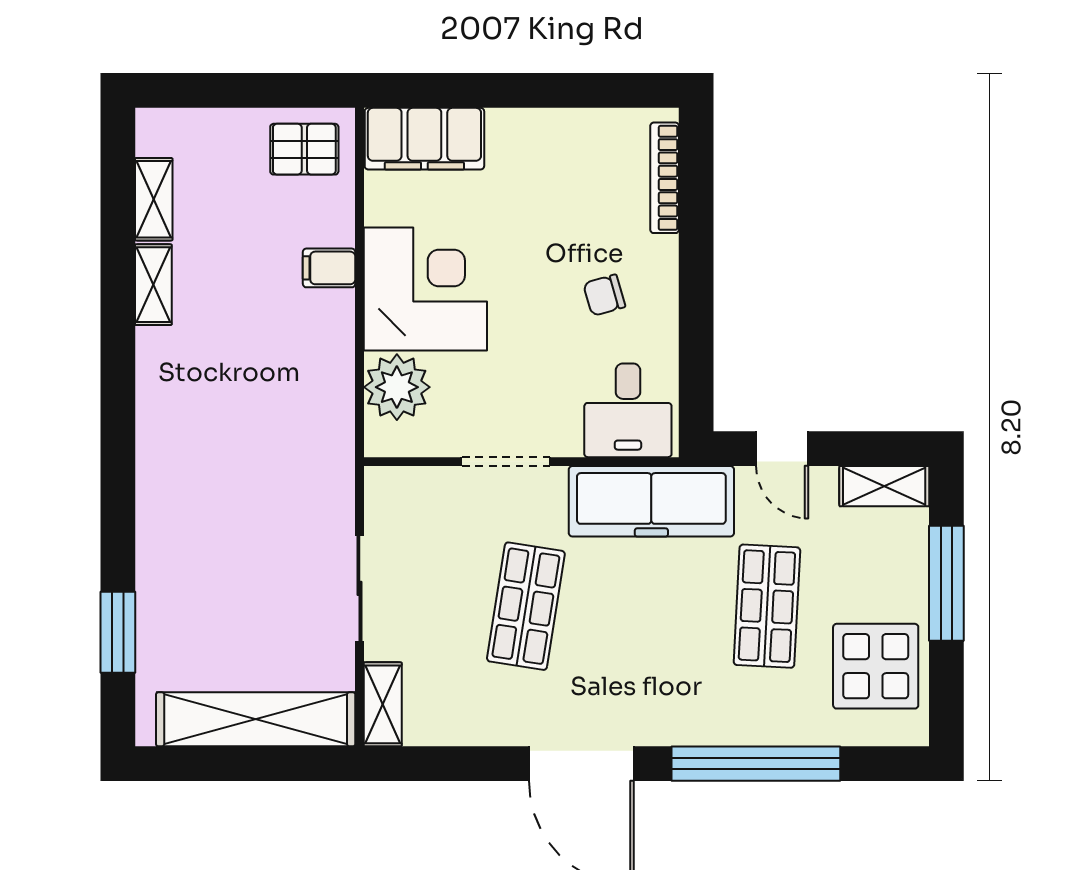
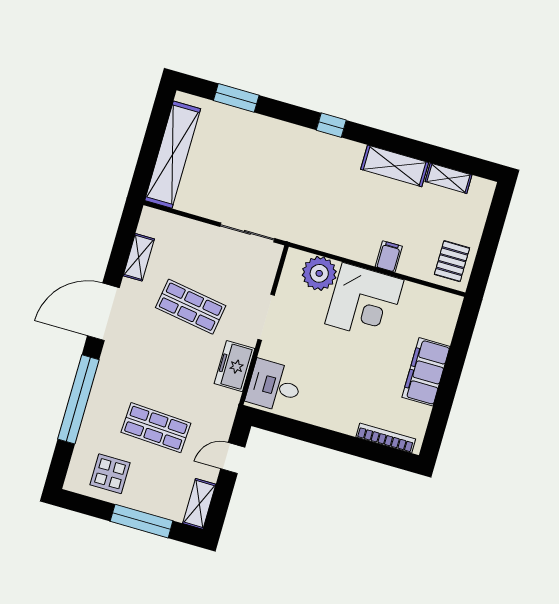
filing cabinet: (424, 139) -> (426, 372), moved
shelving: (153, 285) -> (395, 166), width x1.50, depth x1.33
chair: (604, 295) -> (335, 391), removed
window: (118, 443) -> (331, 125), added
freezer: (651, 501) -> (235, 366), width x0.52, depth x0.79
sliding door: (359, 588) -> (247, 232), moved
display table: (876, 666) -> (110, 474), width x0.73, depth x0.73
shelving: (383, 704) -> (139, 257), moved, turned 90

